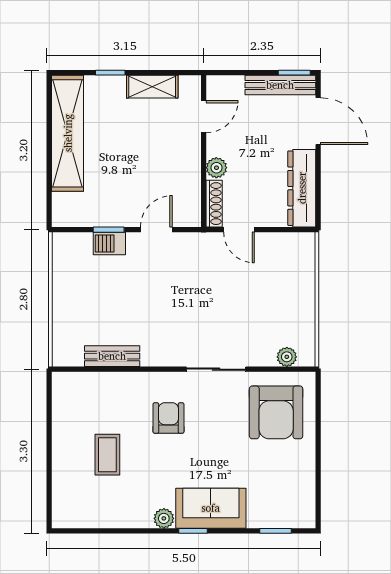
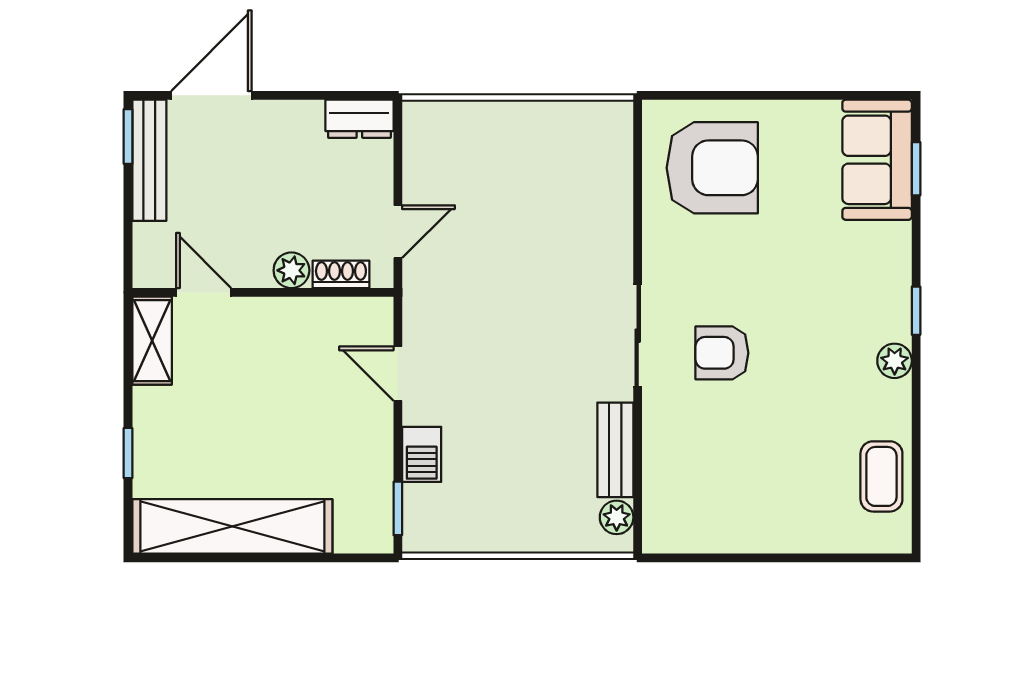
shelving: (152, 87) -> (152, 341), moved
dresser: (302, 188) -> (359, 119), width x0.51, depth x0.80
shoe rack: (214, 204) -> (341, 274), width x0.70
window: (109, 230) -> (398, 508), moved
plant: (287, 357) -> (617, 517), moved
sliding door: (216, 369) -> (638, 336), moved
coffee table: (107, 455) -> (881, 476), moved, turned 90
sofa: (211, 508) -> (877, 160), moved

